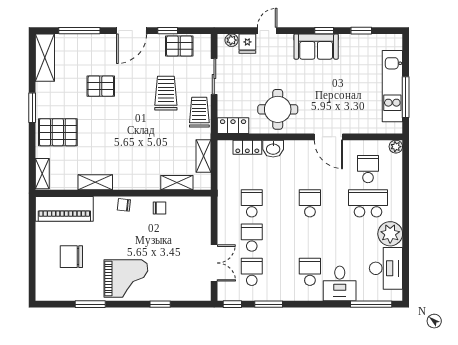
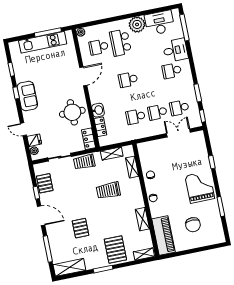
trolley: (166, 93) -> (108, 190), moved

